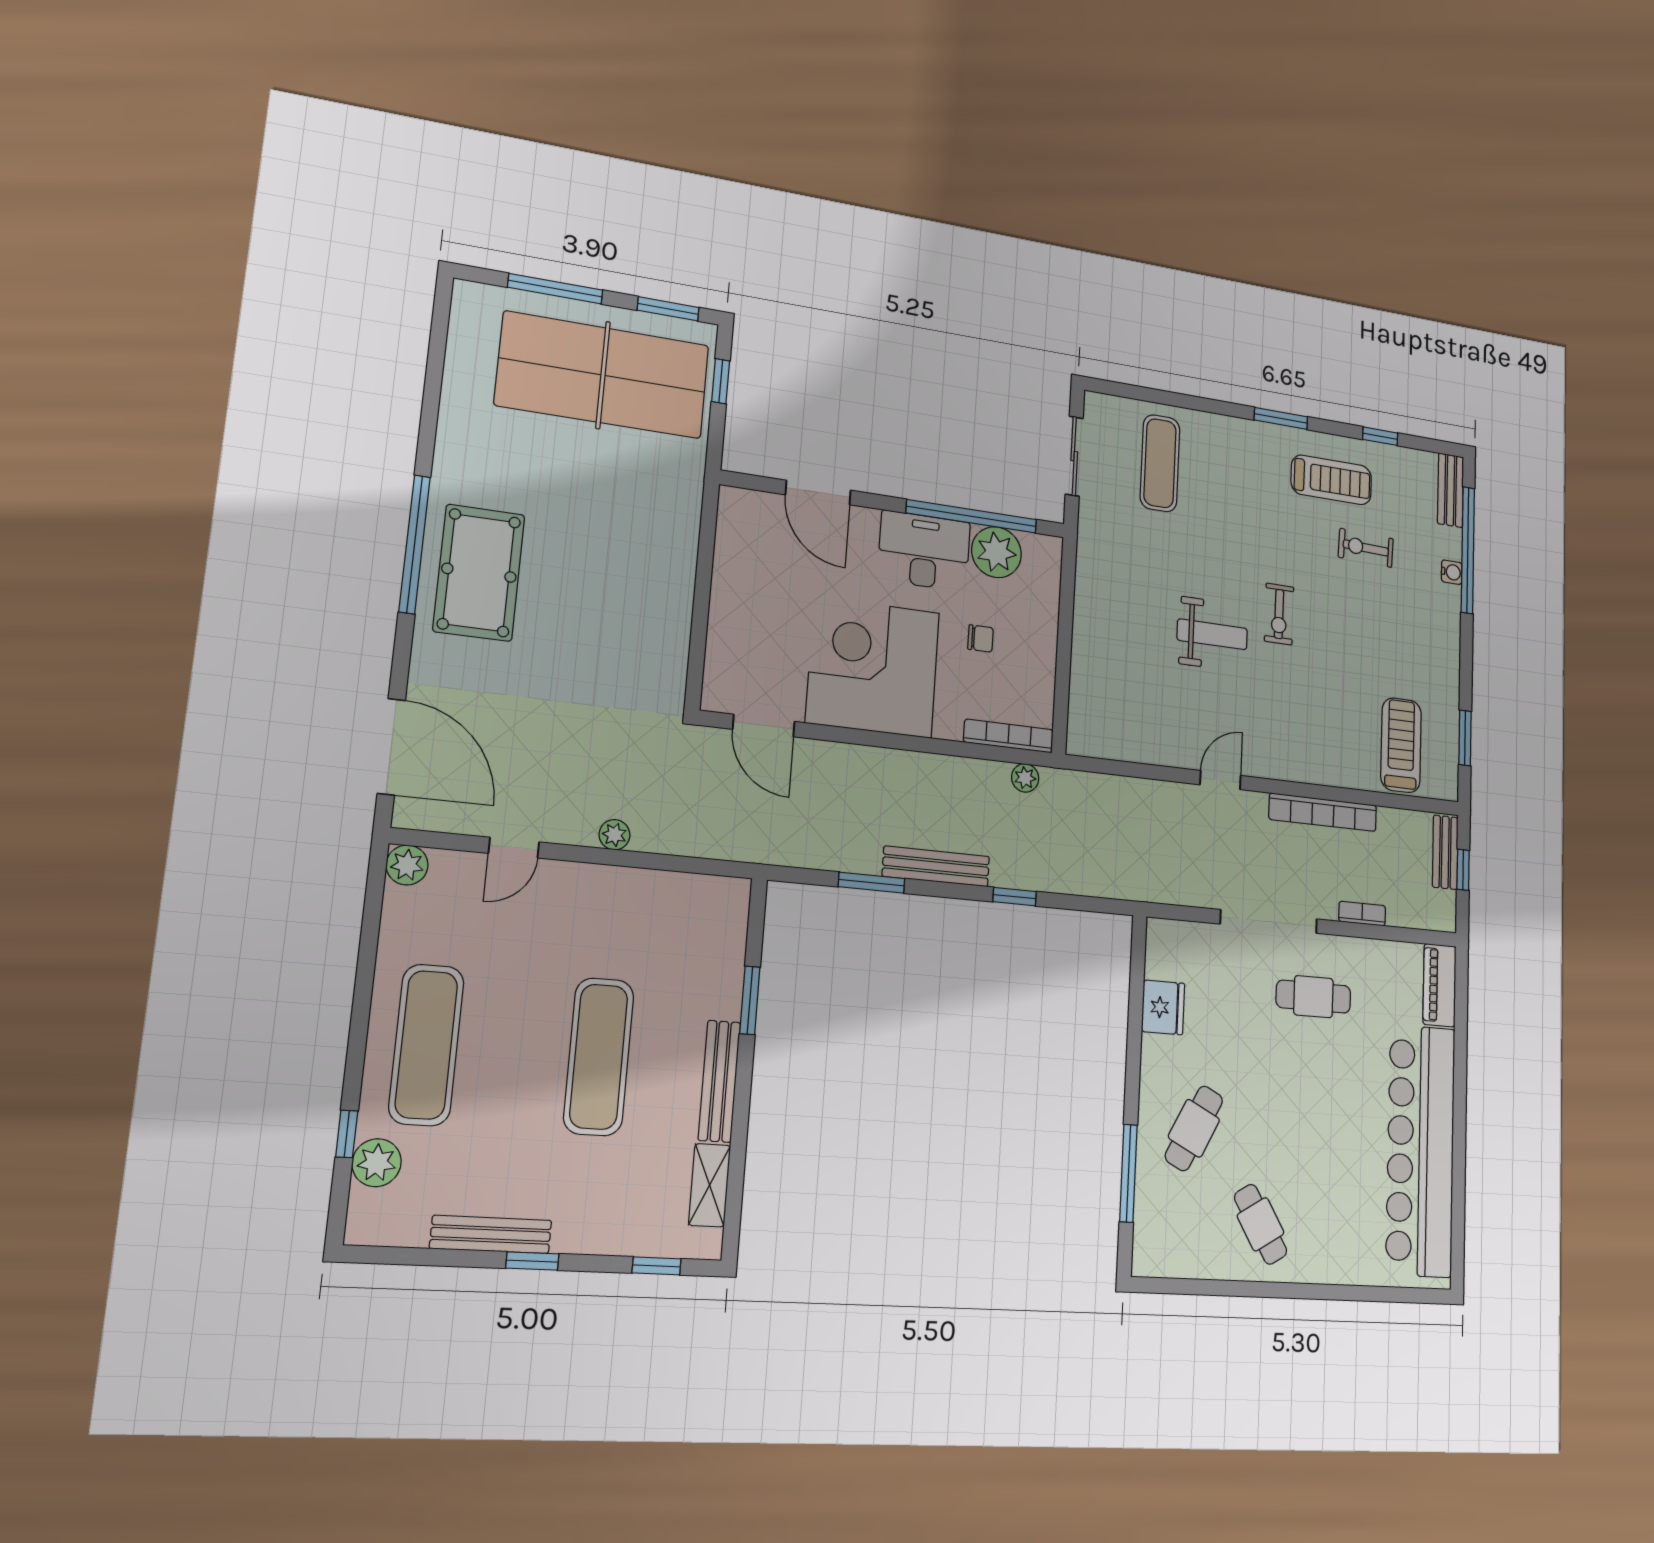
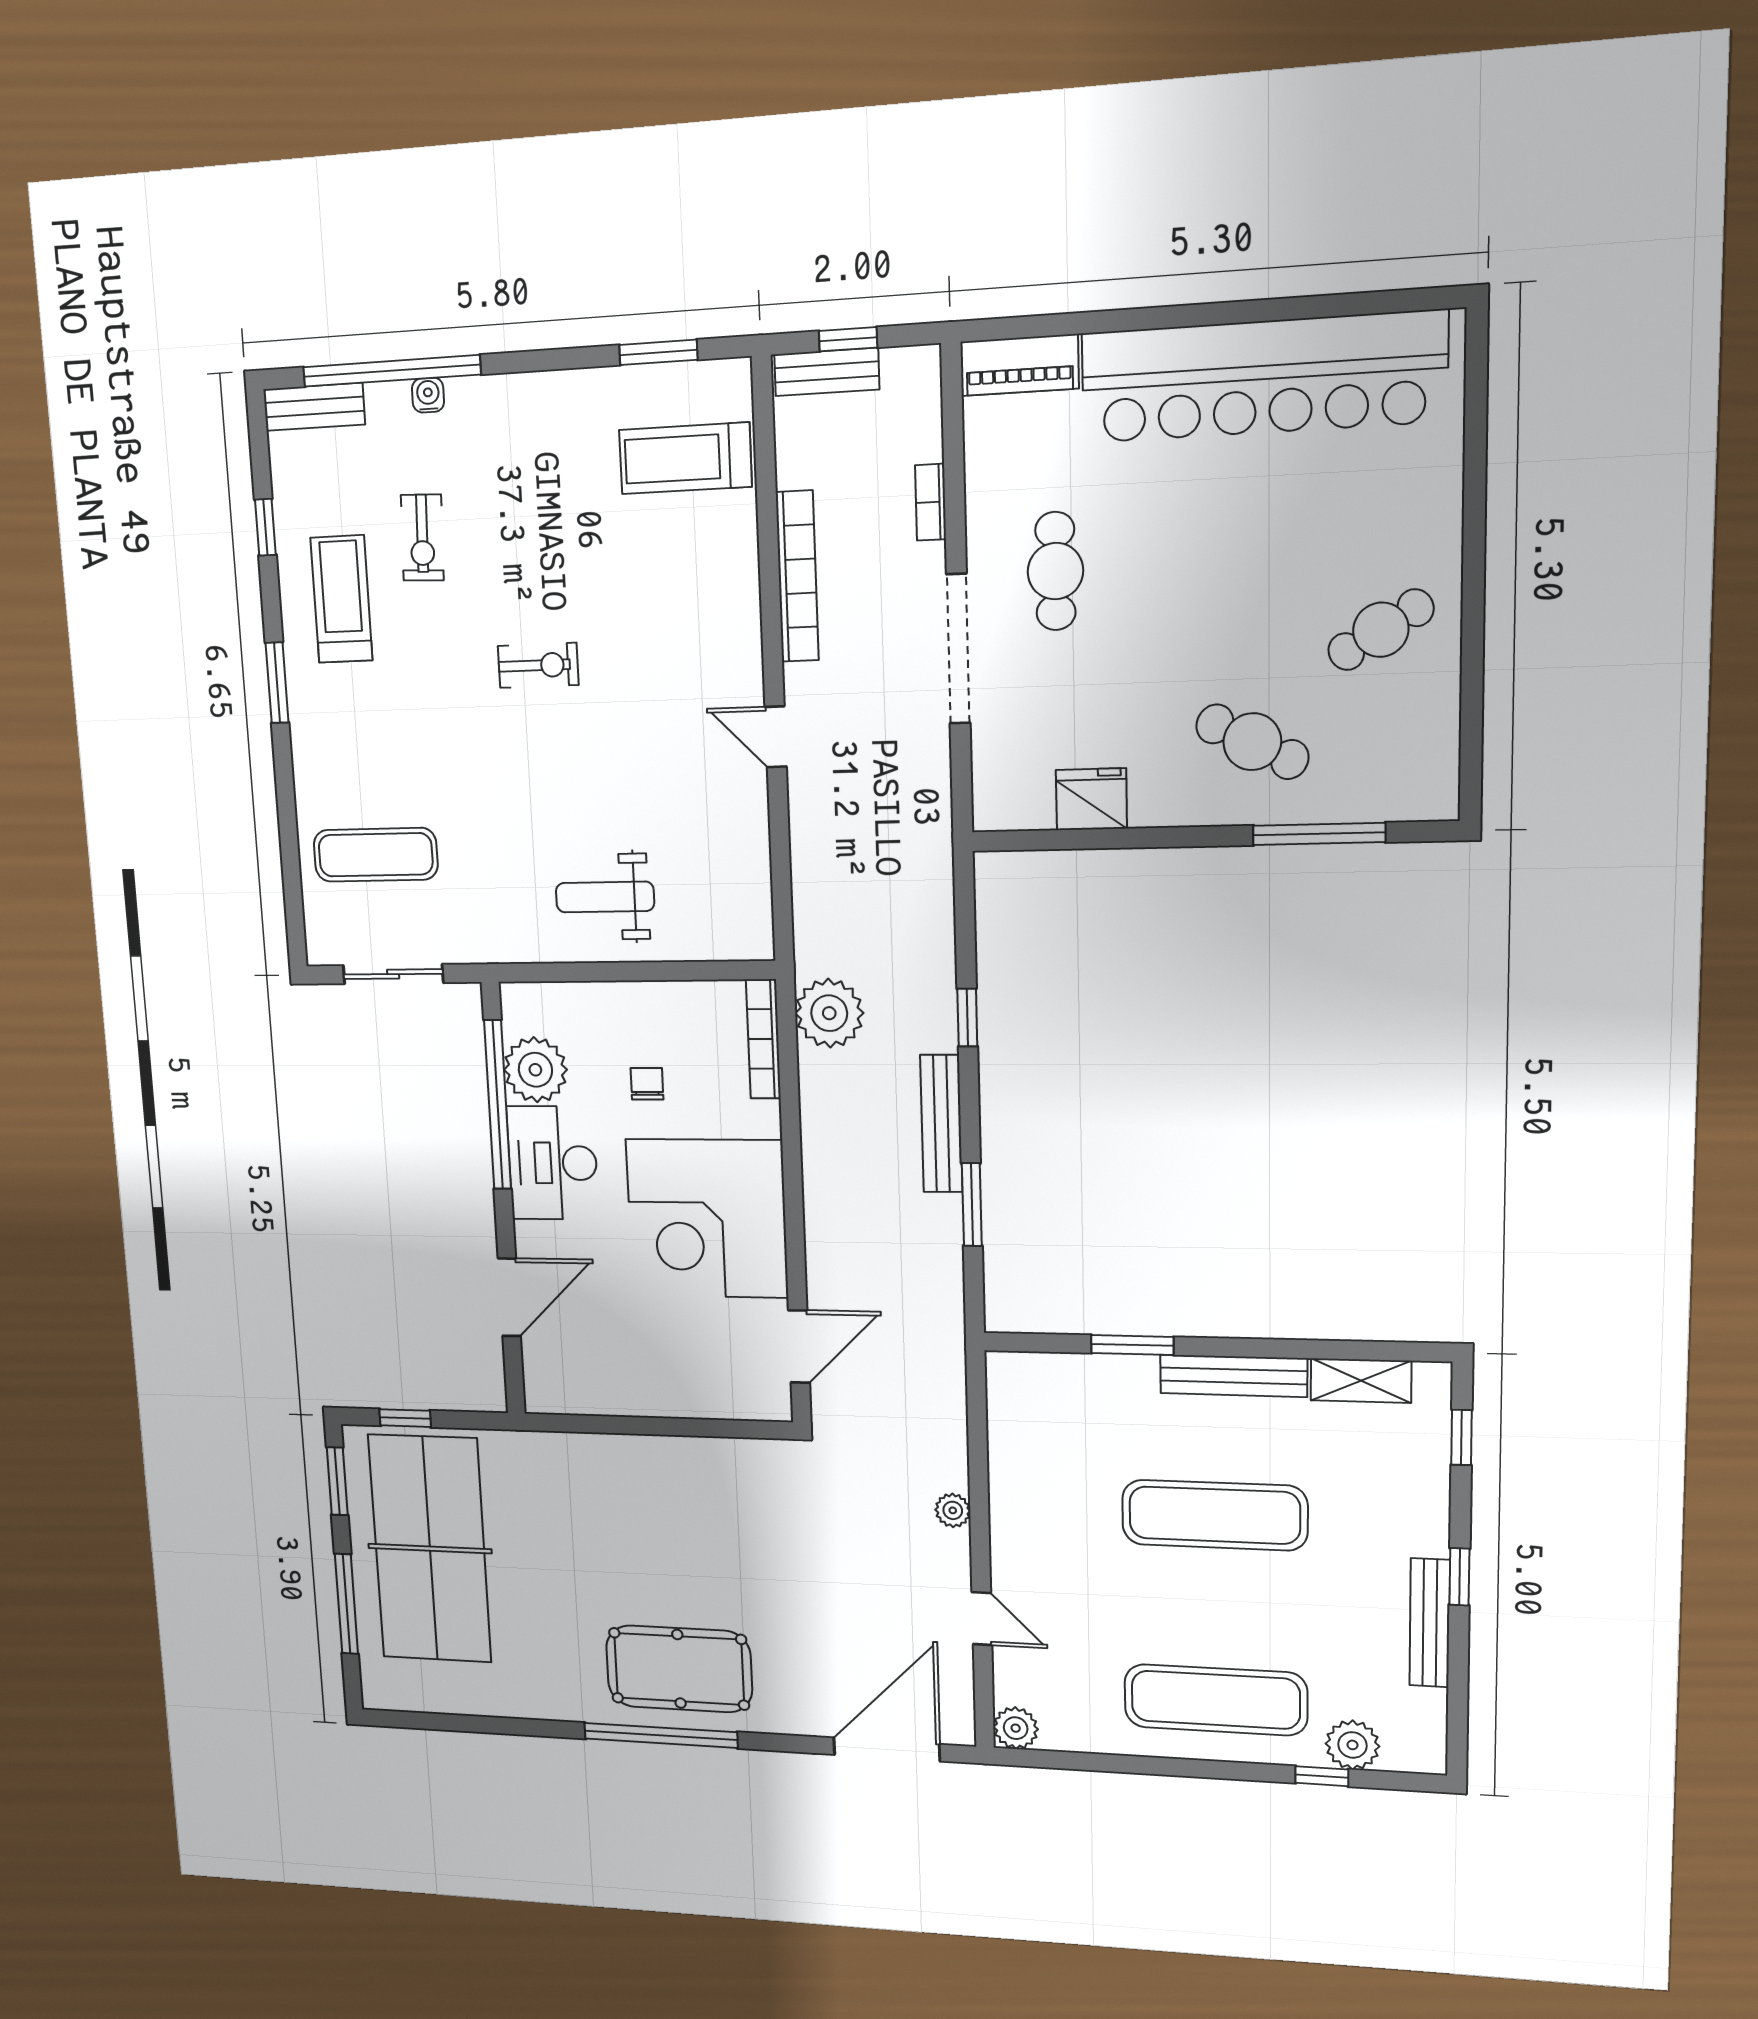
weight bench: (1212, 634) -> (605, 897), moved, turned -90
plant: (1025, 778) -> (829, 1013), width x1.88, depth x1.88

